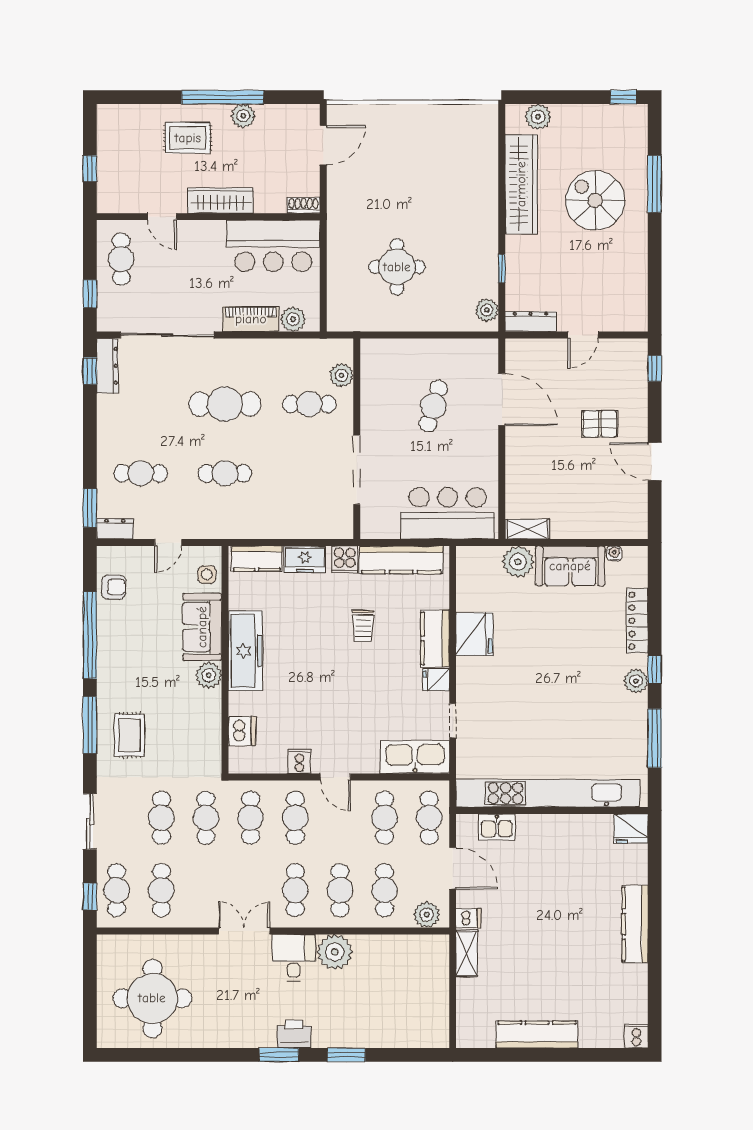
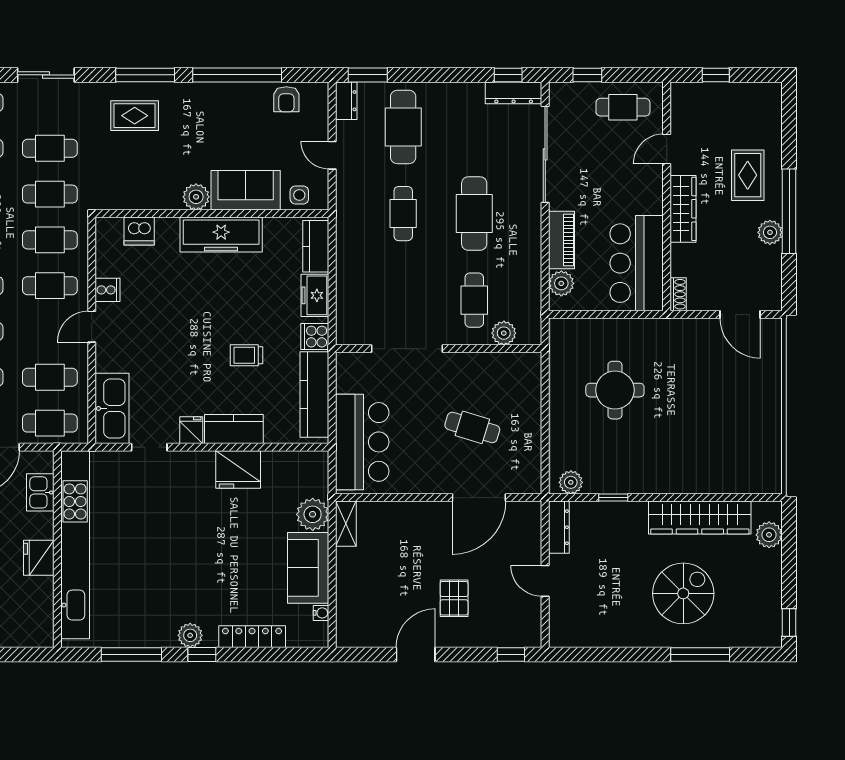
cafe table: (141, 473) -> (403, 127), width x1.37, depth x1.35
fridge: (631, 828) -> (39, 558), moved

